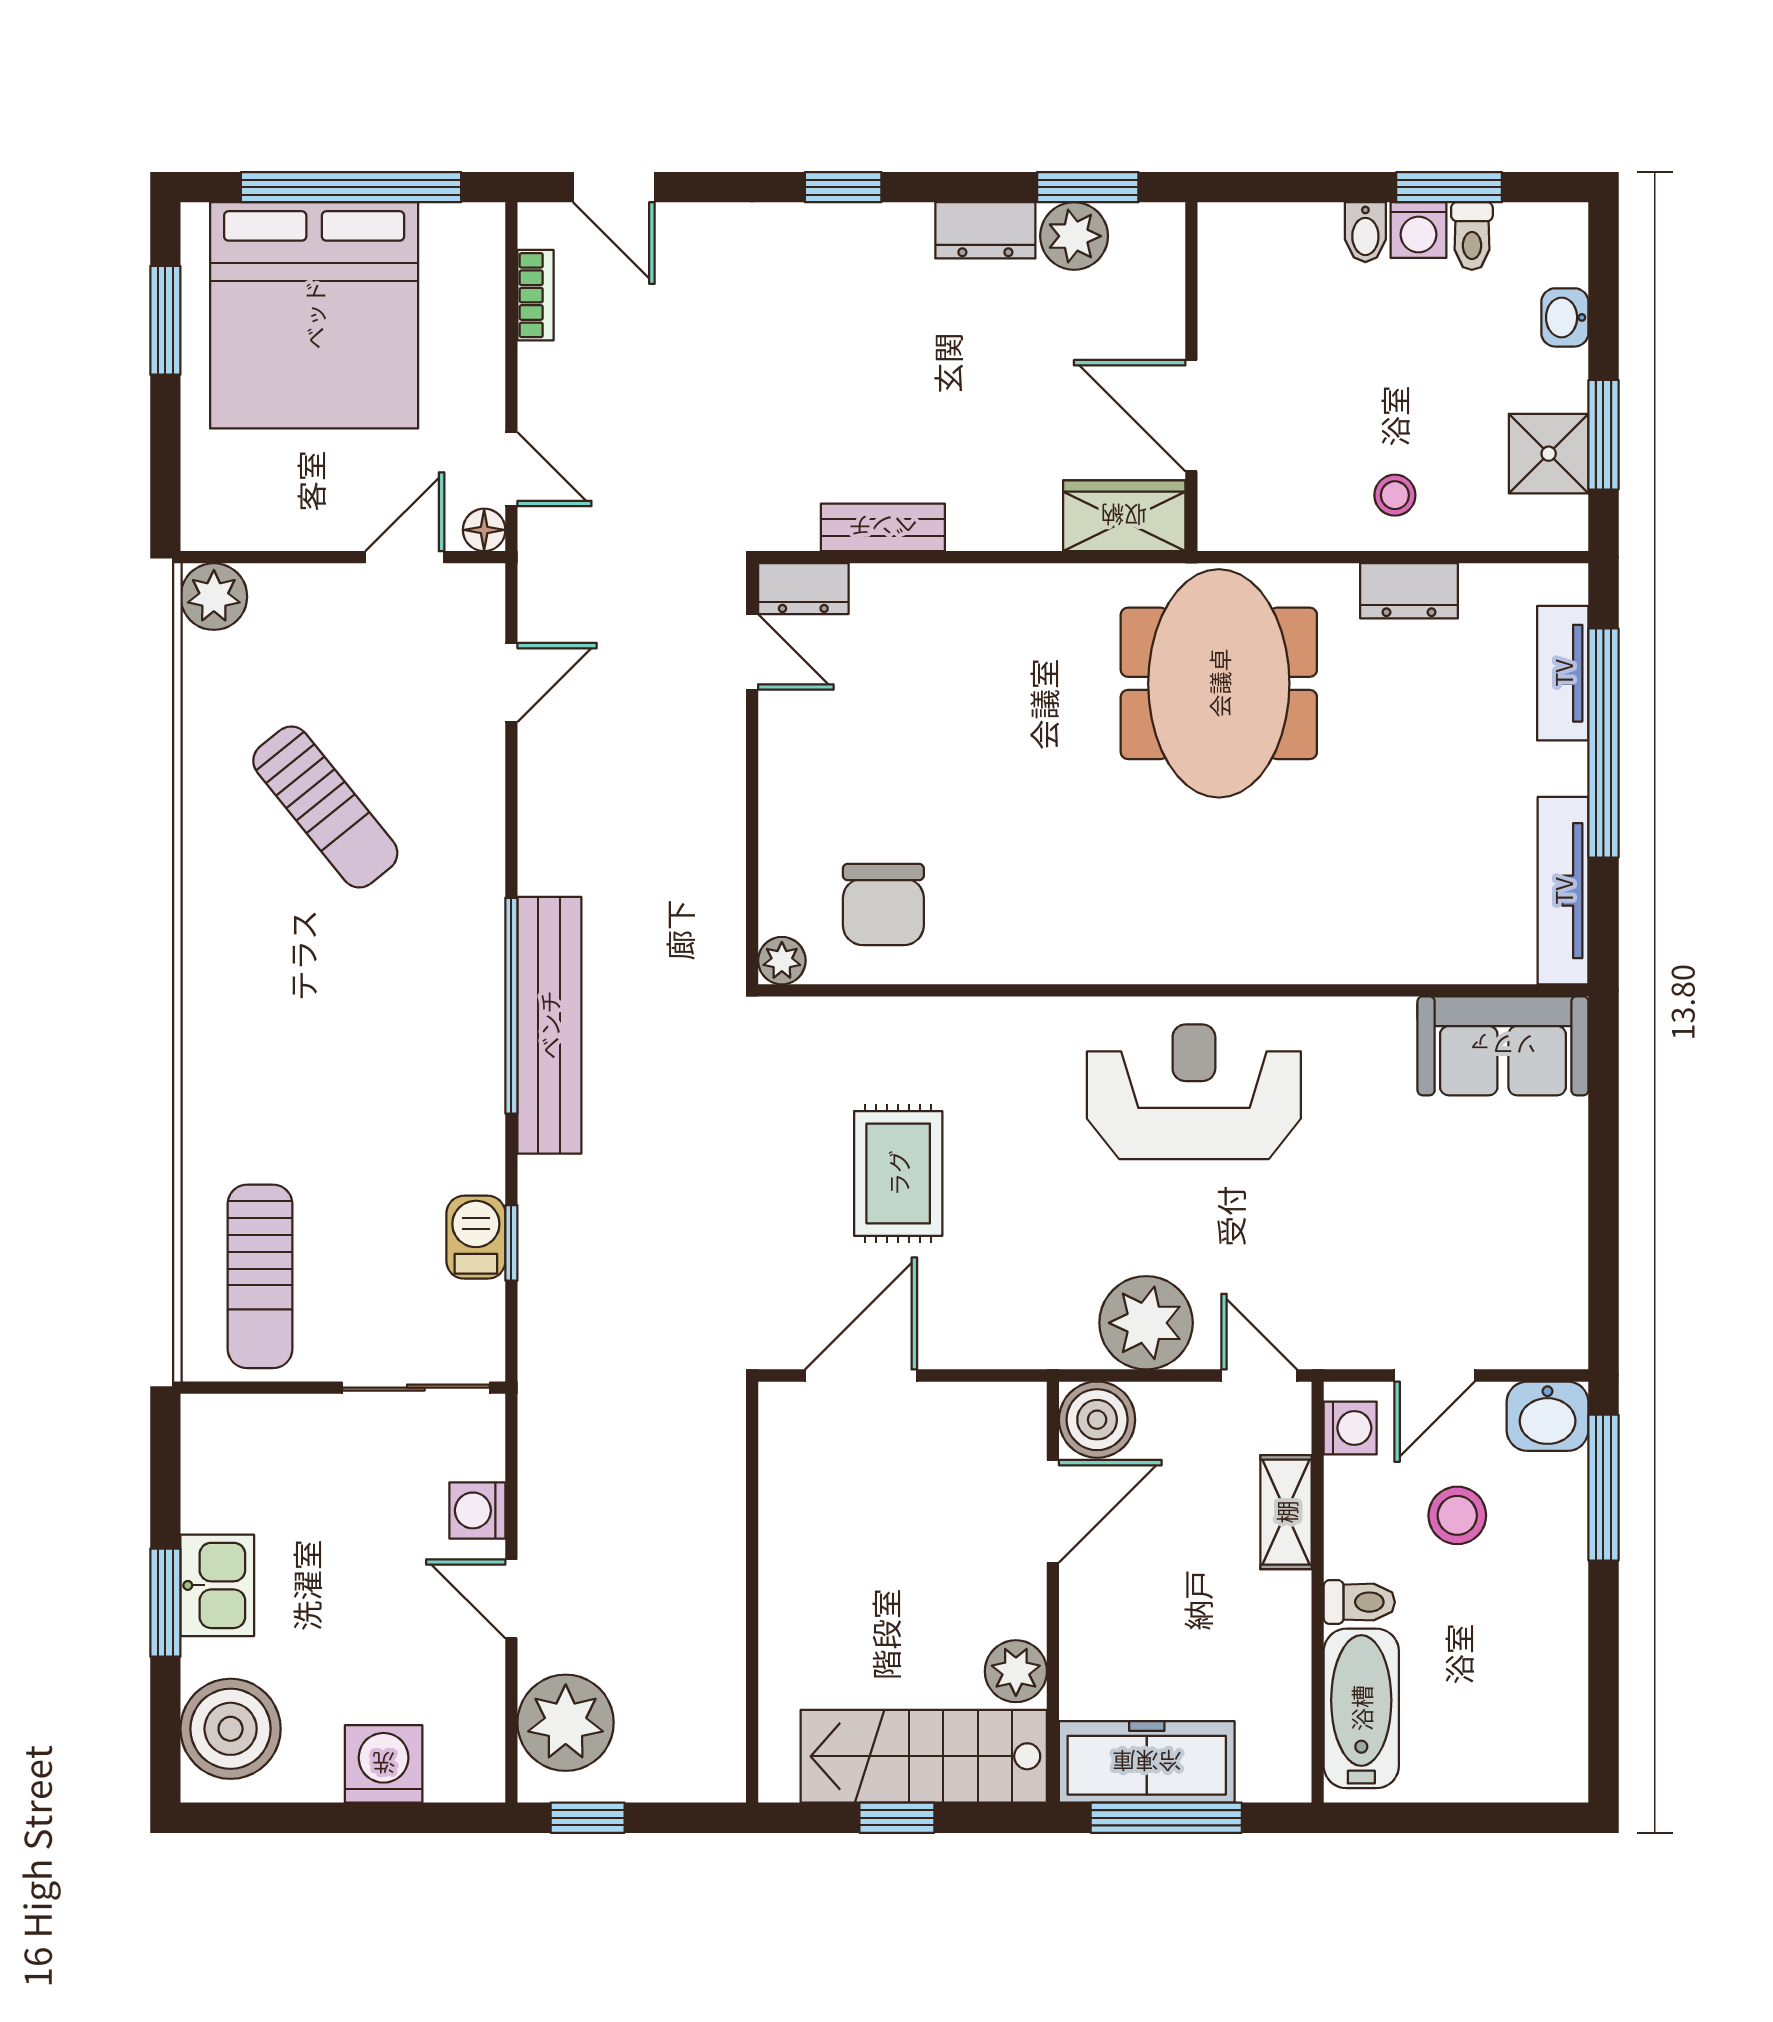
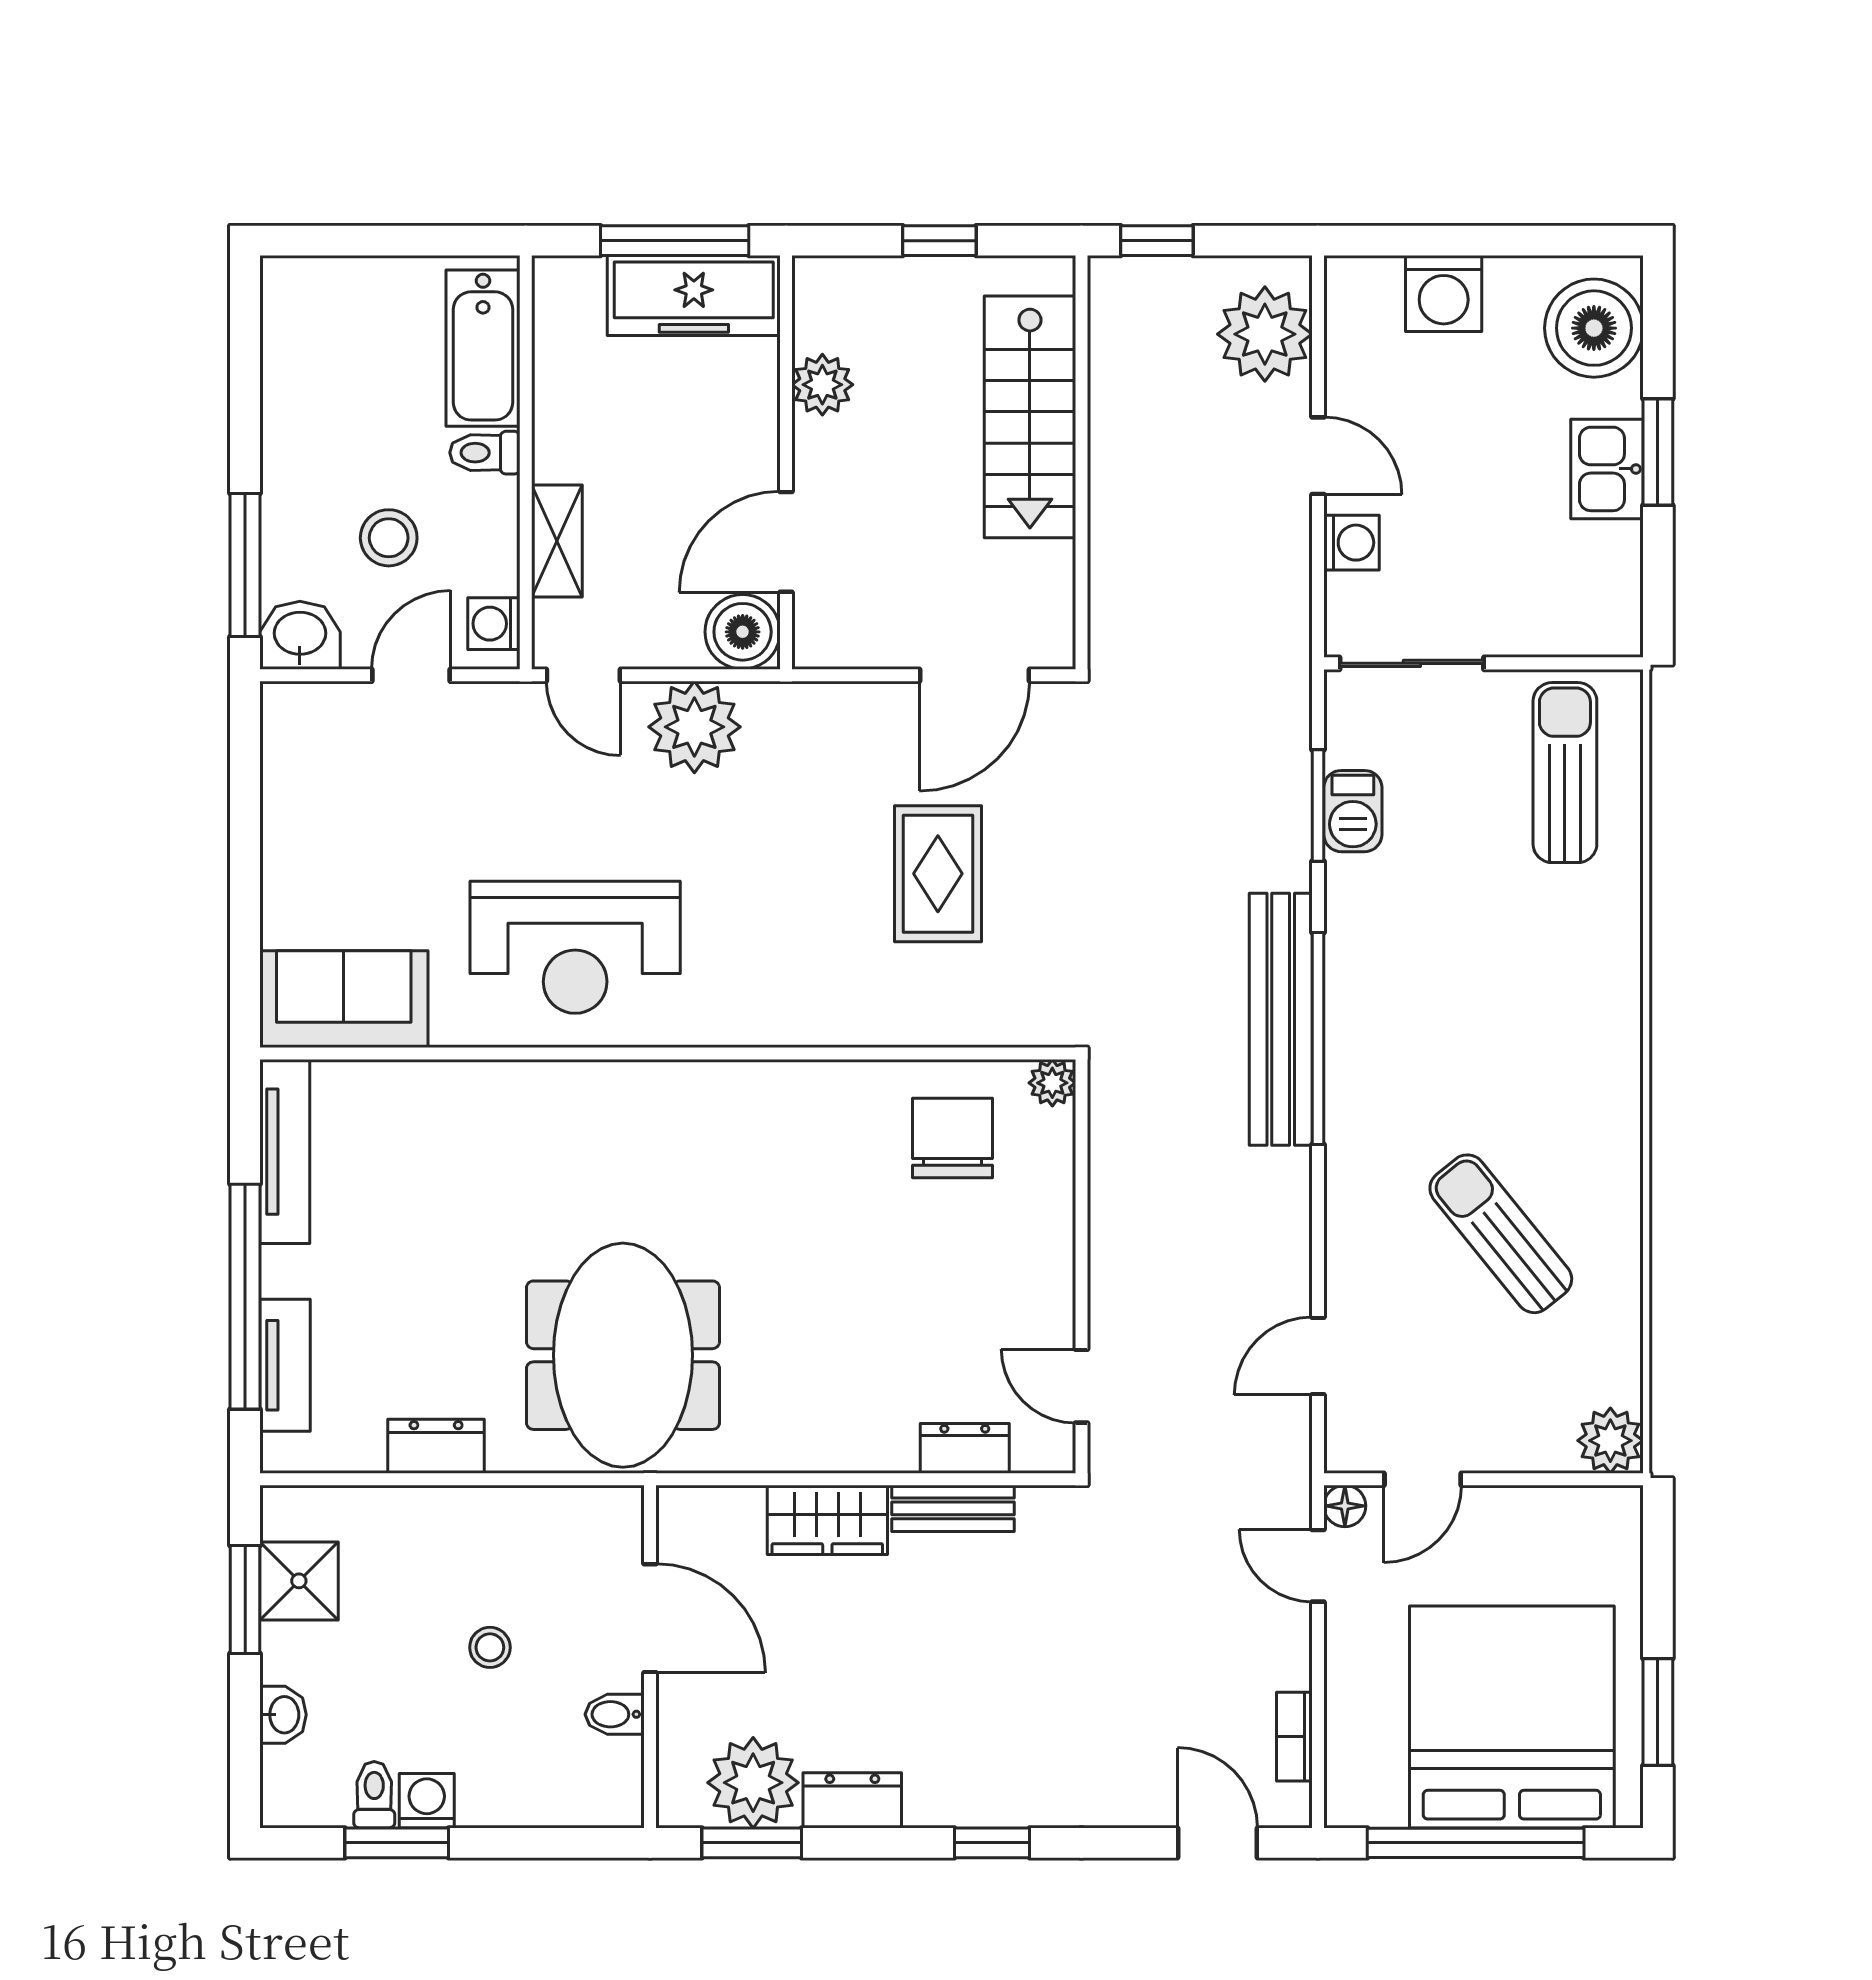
bidet: (1365, 232) -> (615, 1714), moved, turned -90
plant: (1074, 236) -> (753, 1783), width x1.36, depth x1.36
stool: (1395, 495) -> (490, 1647), moved
wardrobe: (1124, 516) -> (827, 1520), moved
dresser: (803, 589) -> (965, 1448), moved
reception desk: (1194, 1092) -> (575, 947), moved
window: (511, 1243) -> (1318, 806), width x1.50
stairs: (924, 1756) -> (1030, 417), moved, turned 90
window: (588, 1818) -> (1157, 241), moved

